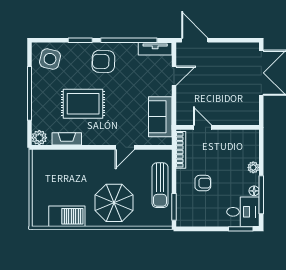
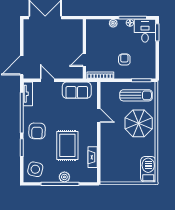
plant: (39, 138) -> (64, 177), moved
sun lounger: (160, 185) -> (136, 95), moved
barbecue: (67, 216) -> (148, 169), moved

